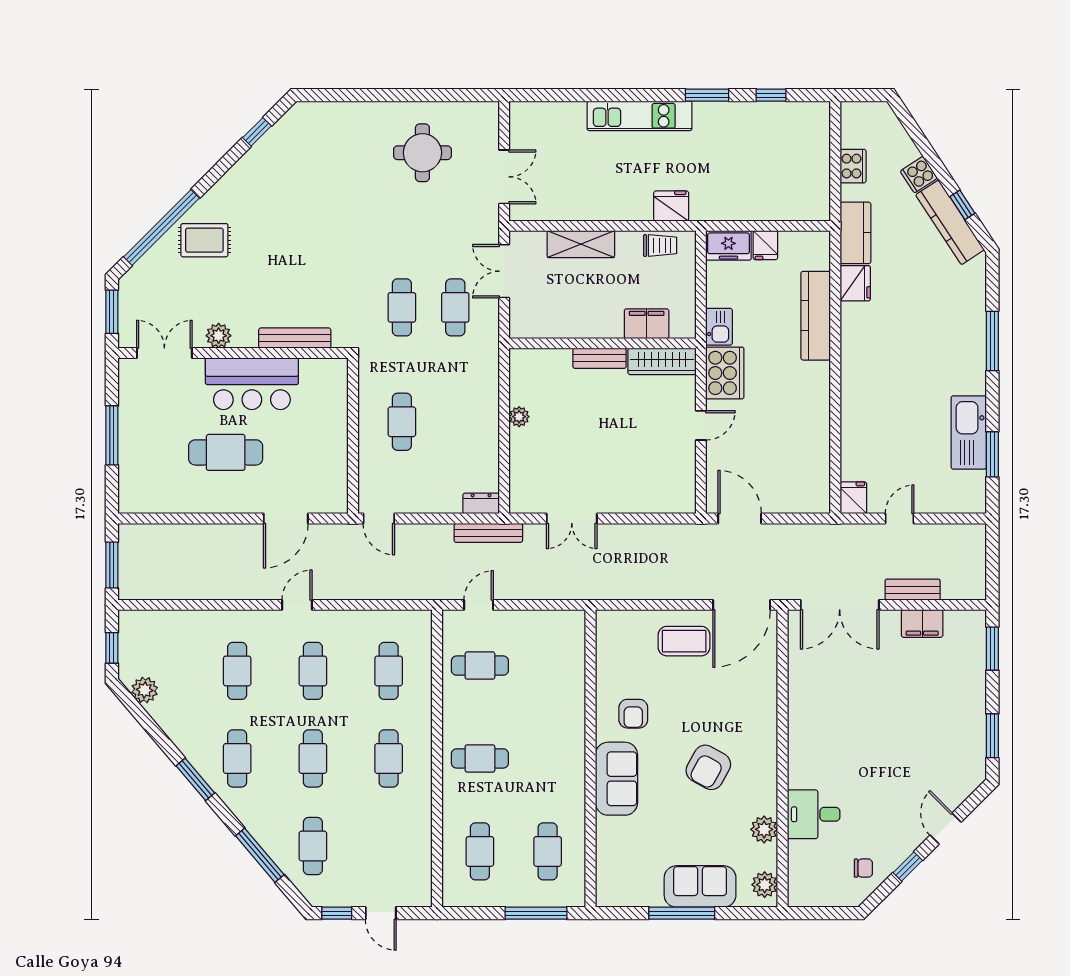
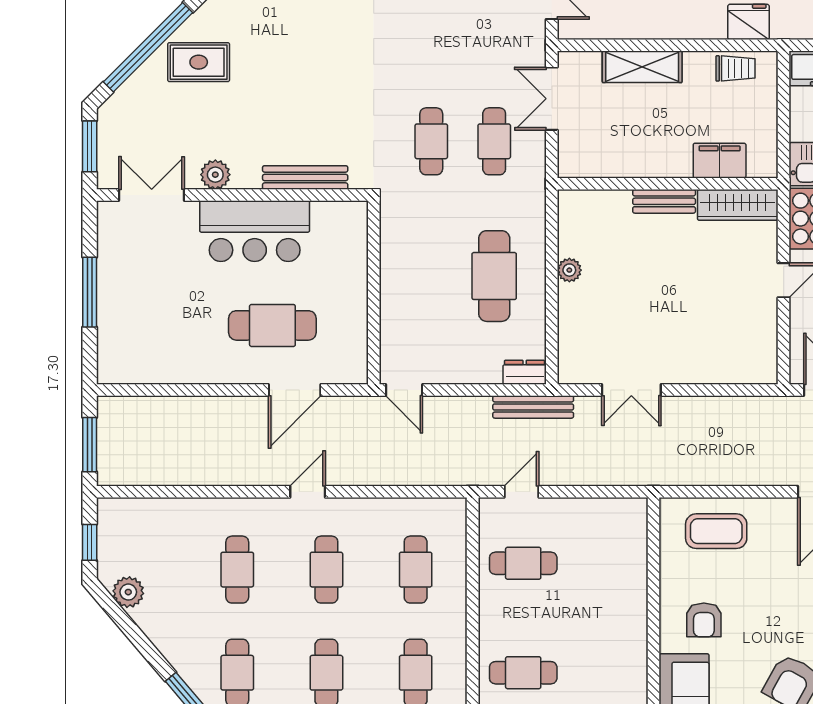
cafe table: (402, 422) -> (494, 276), moved, width x1.37, depth x1.35
cafe table: (226, 452) -> (272, 325), moved
coffee table: (684, 641) -> (716, 531), moved

